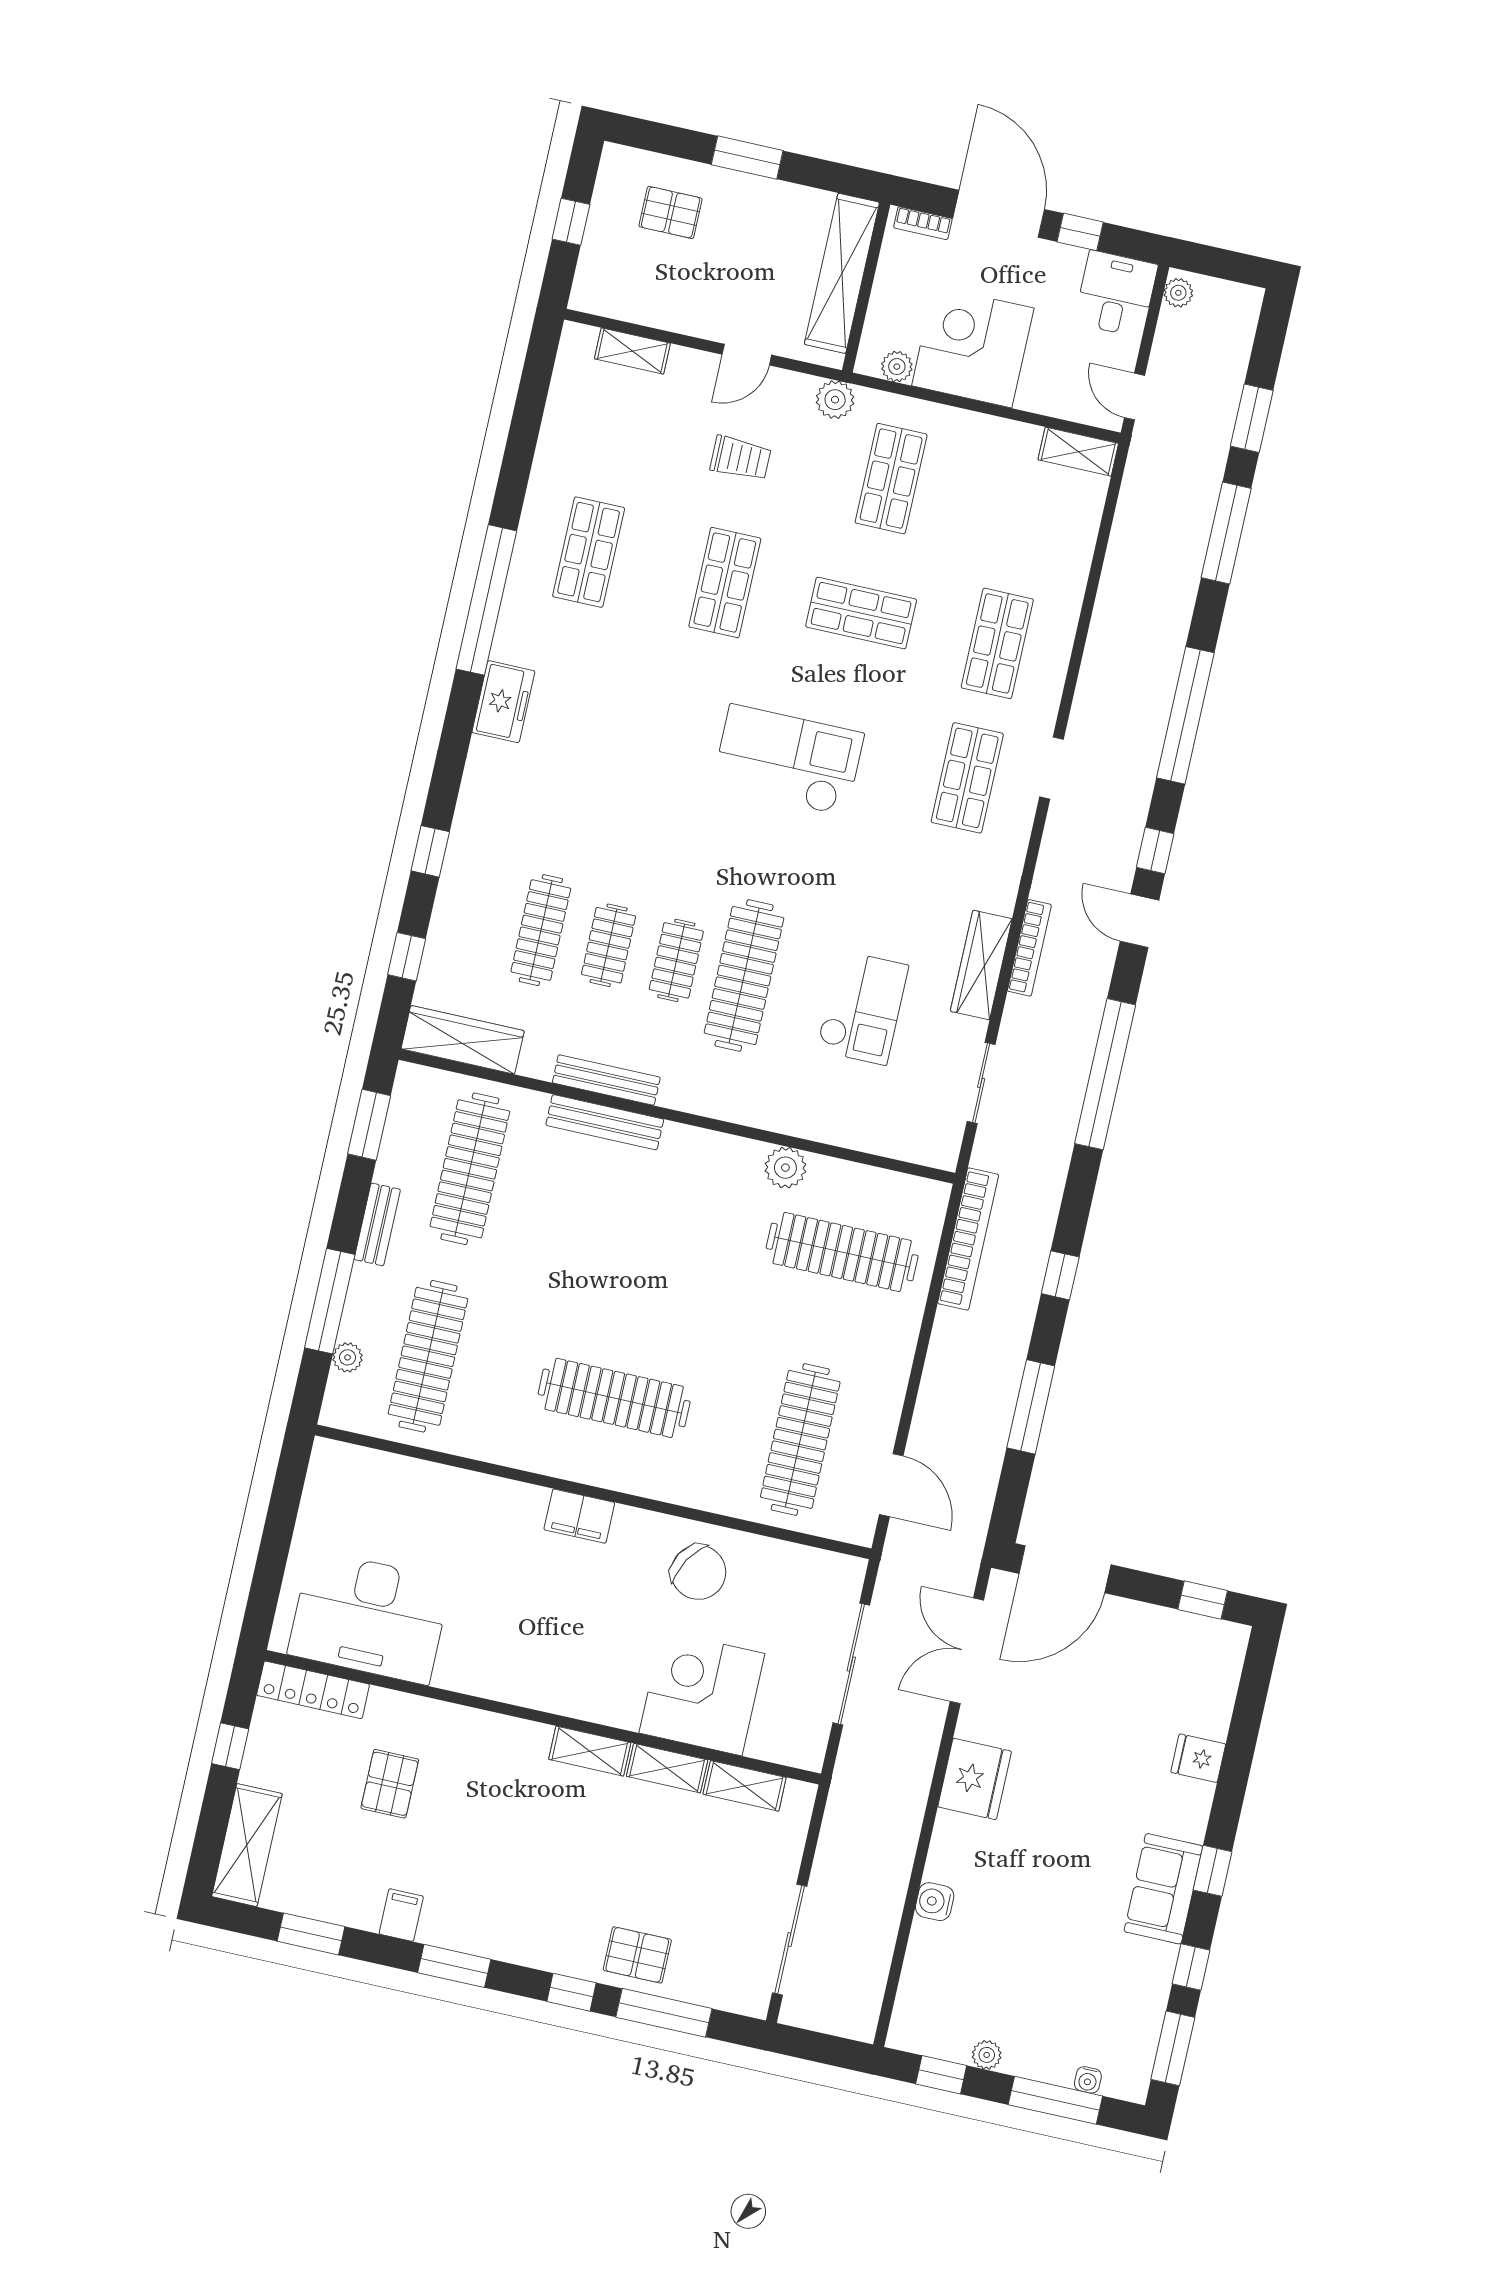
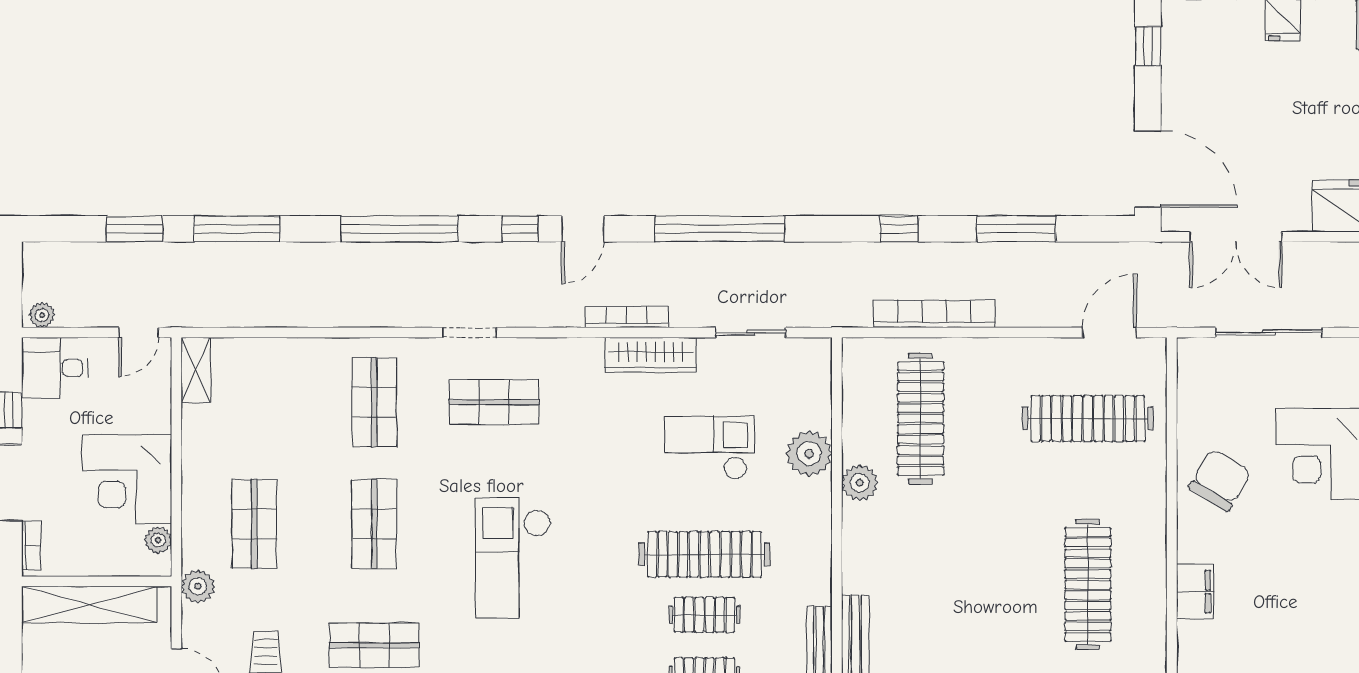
shop shelf: (891, 479) -> (254, 524), turned 90
shop shelf: (997, 643) -> (374, 402), turned 90
plant: (831, 1118) -> (809, 454), added
bookcase: (968, 1239) -> (934, 314), moved

